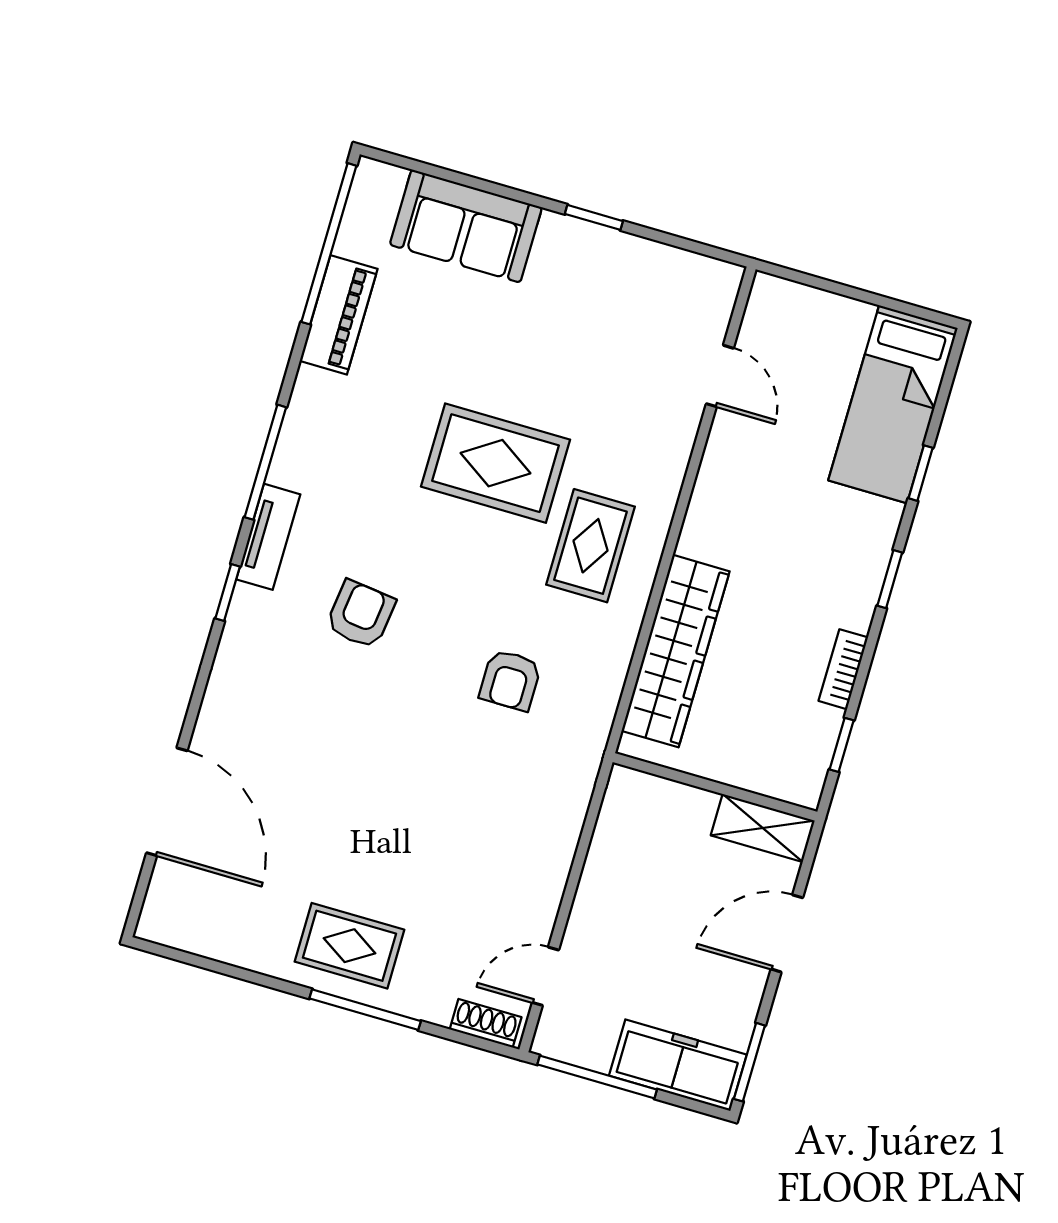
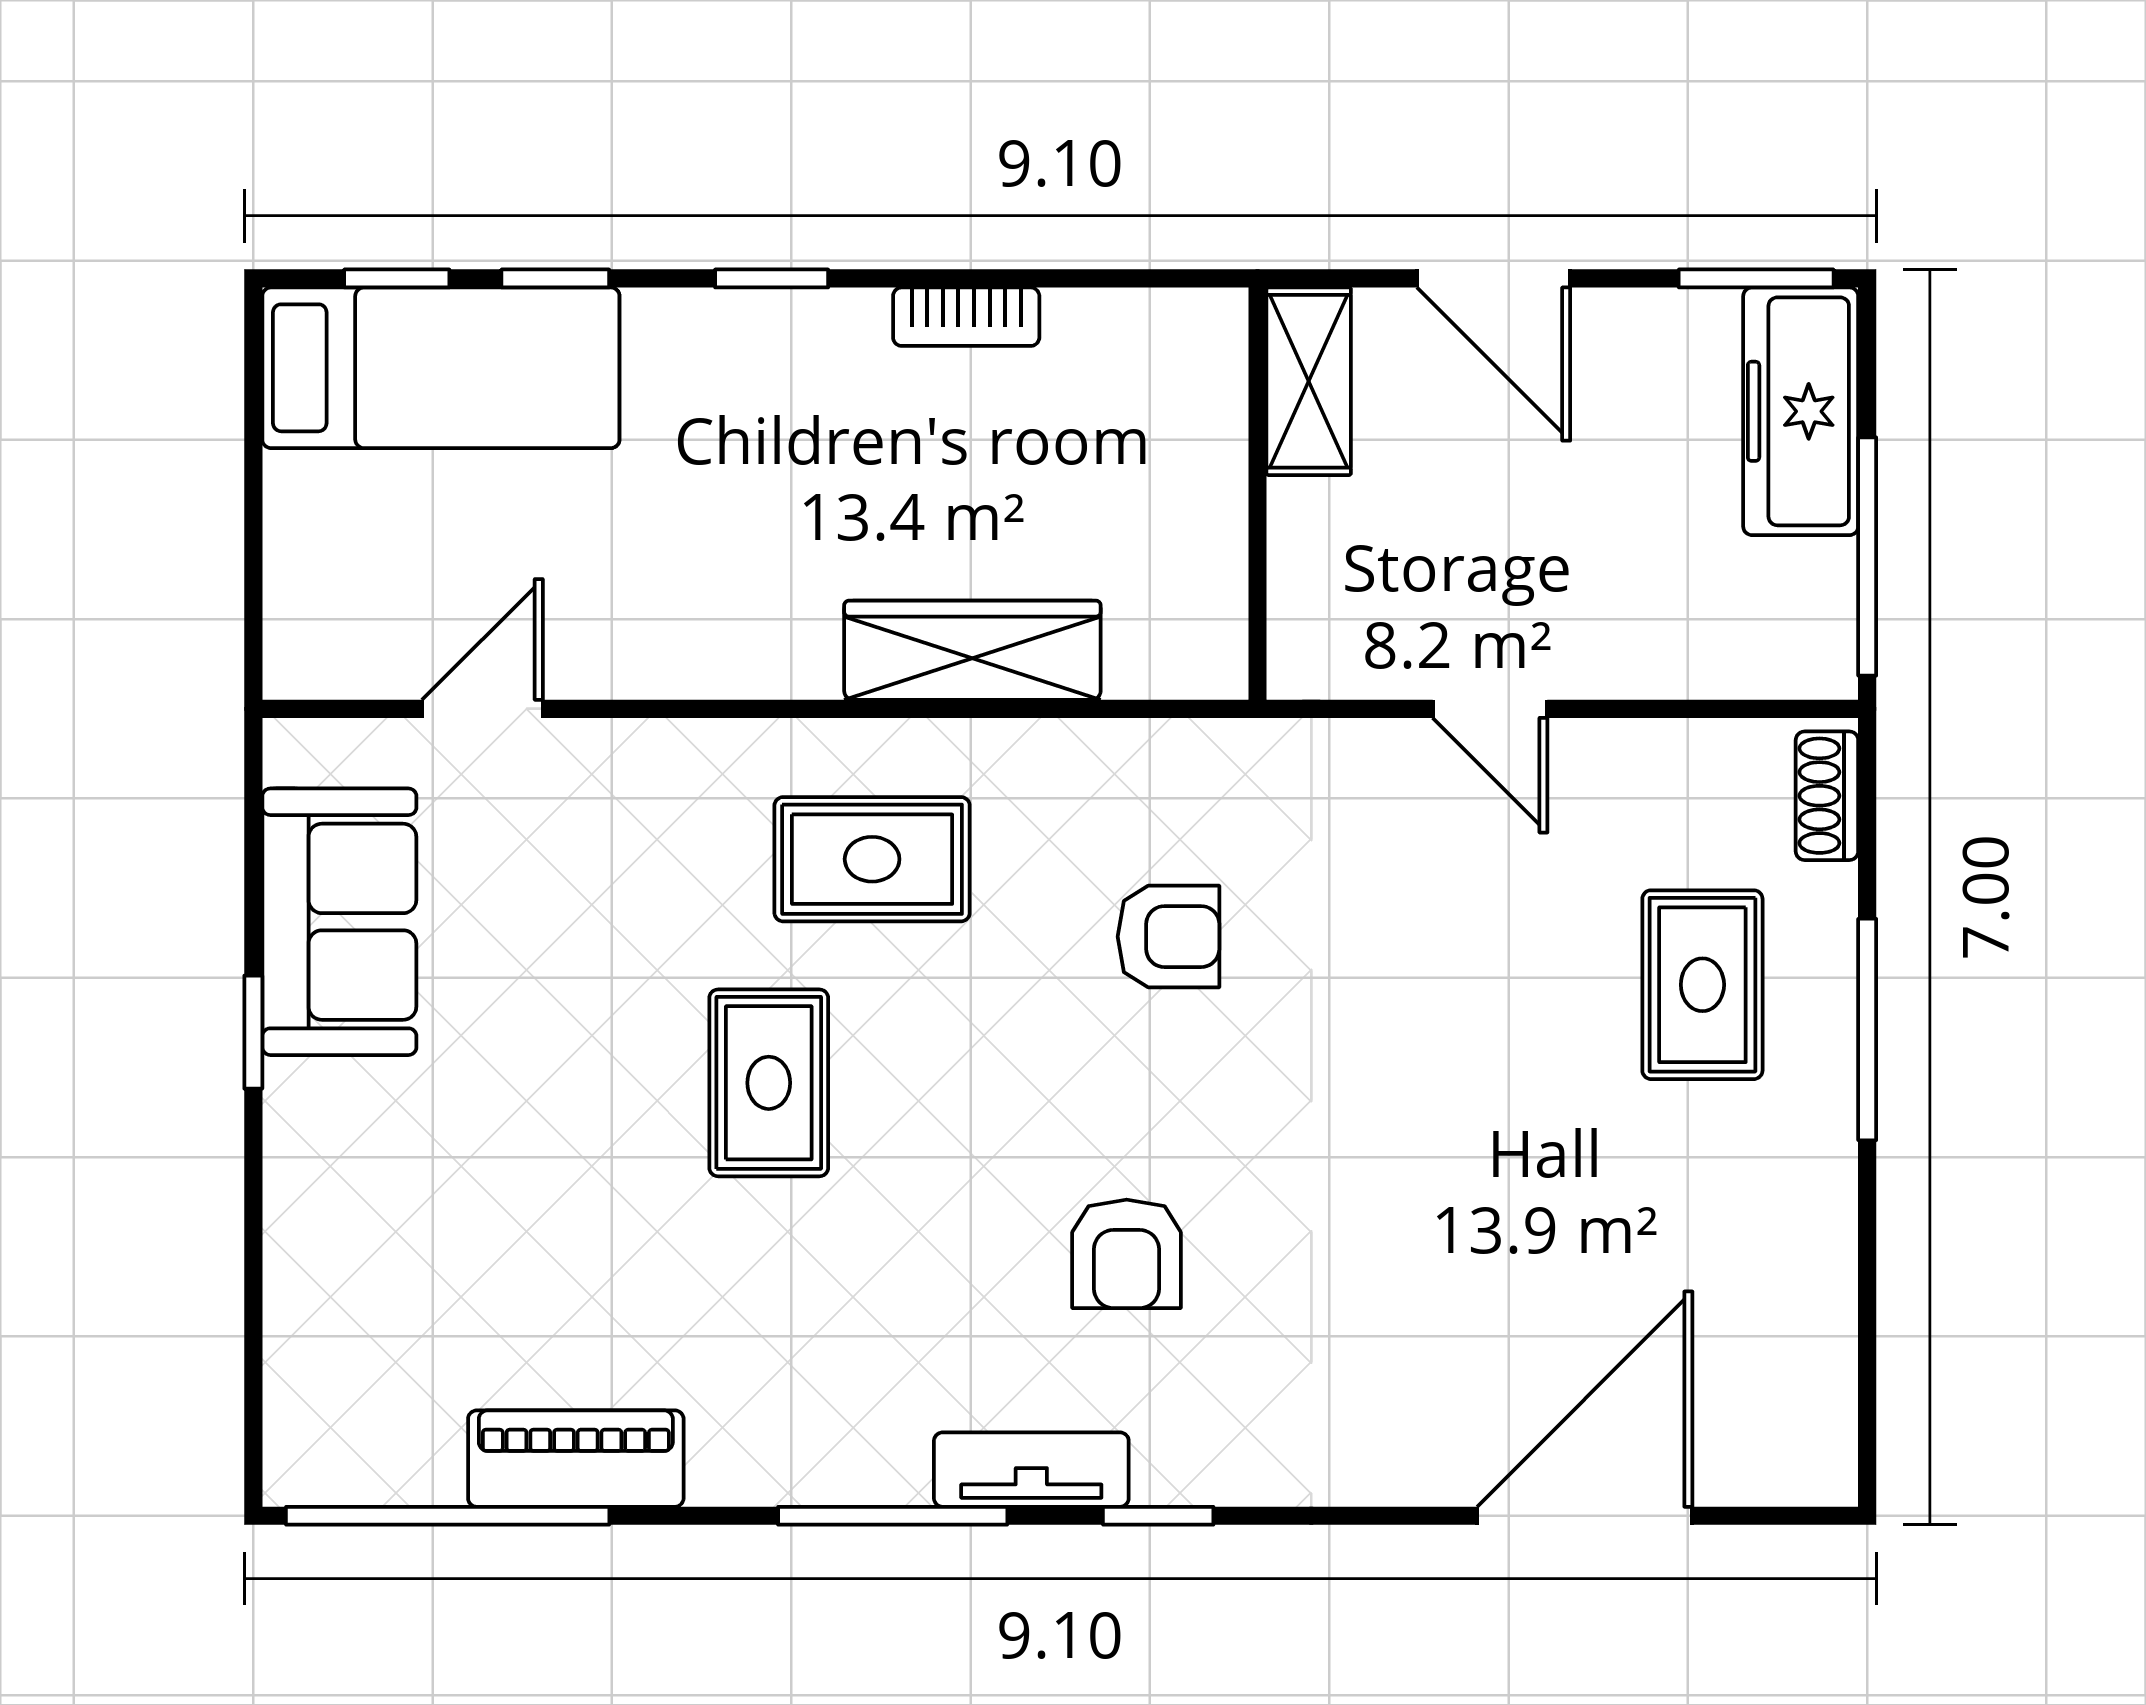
sofa: (466, 226) -> (339, 922), moved
rug: (495, 463) -> (769, 1083), width x0.73, depth x0.70
armchair: (361, 614) -> (1127, 1254), turned -97
wardrobe: (676, 651) -> (972, 650), width x0.71, depth x0.85
window: (842, 745) -> (397, 278), moved
rug: (349, 946) -> (1702, 985), moved
door: (545, 976) -> (1490, 709), moved

